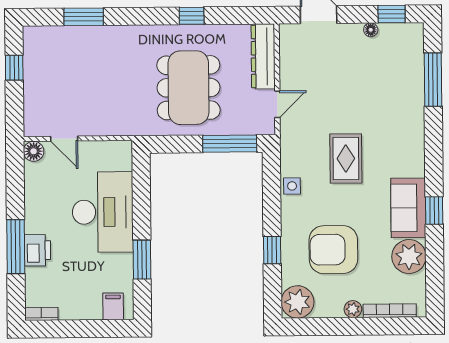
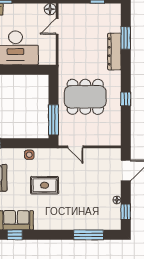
dresser: (263, 56) -> (114, 51), moved, turned -90

